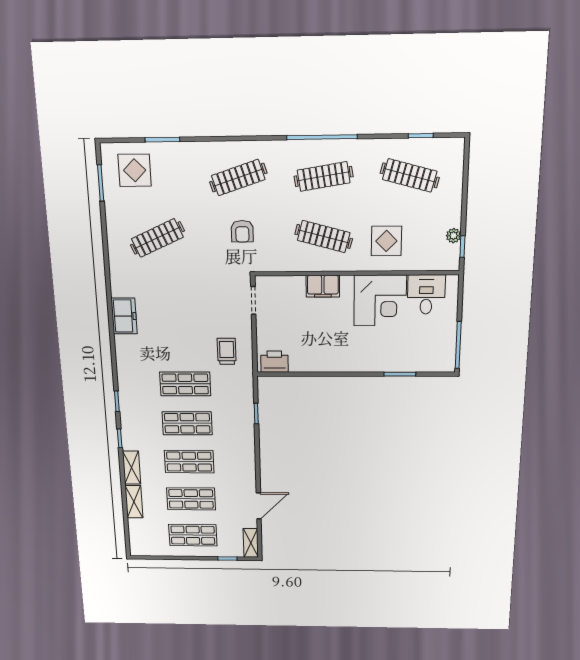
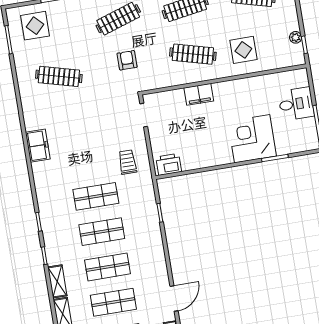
armchair: (242, 231) -> (127, 60), turned 180
clothes rail: (157, 238) -> (59, 76), turned 39
desk: (426, 294) -> (296, 104), moved, turned 90
corner desk: (380, 301) -> (252, 139), moved, turned 180

